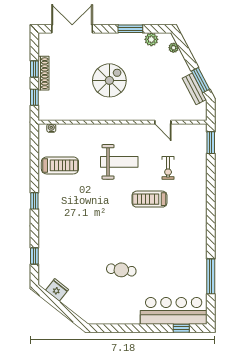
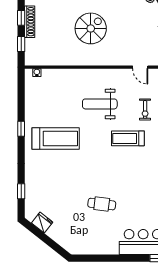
weight bench: (119, 162) -> (100, 104), turned 180
treadmill: (60, 165) -> (56, 138), moved, width x1.37, depth x1.38
window: (34, 201) -> (21, 129), moved

